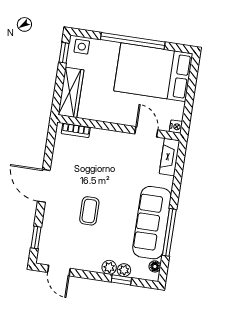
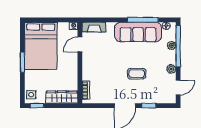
window: (133, 41) -> (22, 62), width x0.47
window: (36, 237) -> (149, 106), moved
plant: (109, 267) -> (171, 69), moved
window: (121, 280) -> (178, 46), width x3.17

